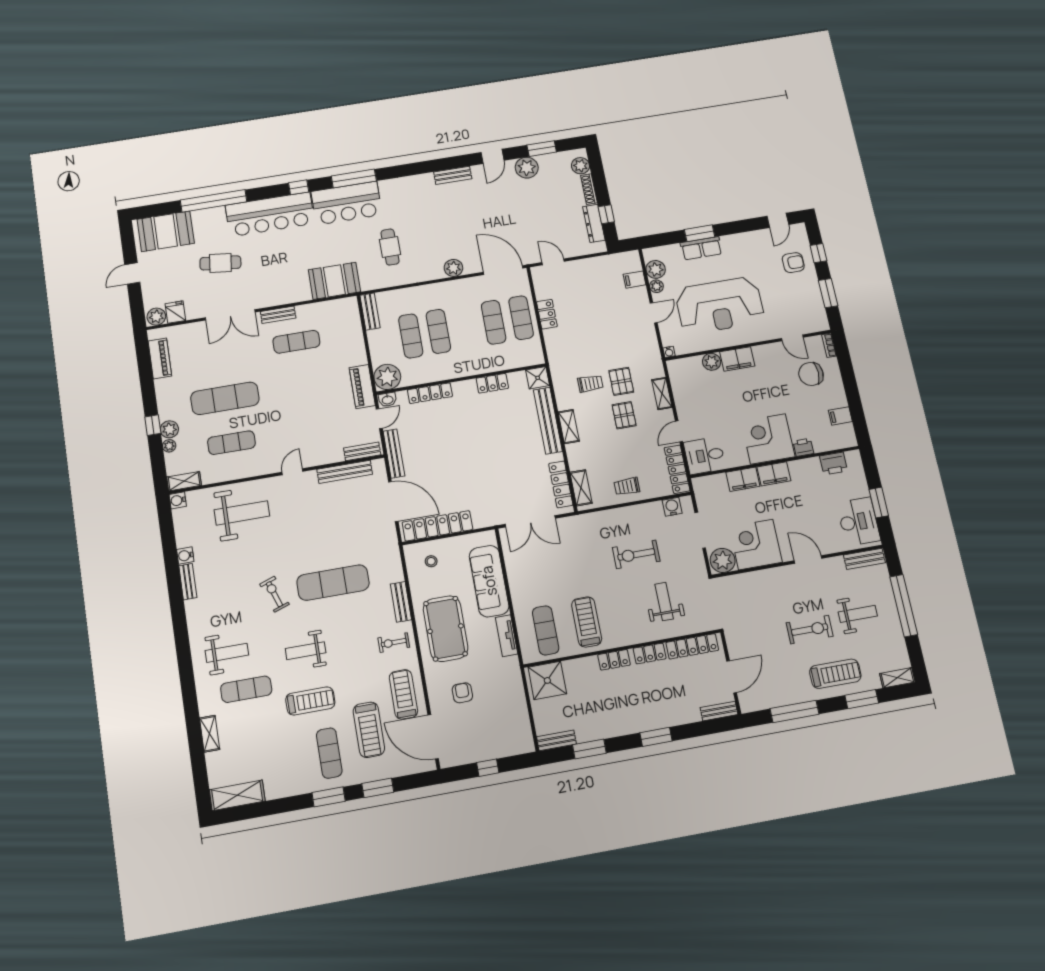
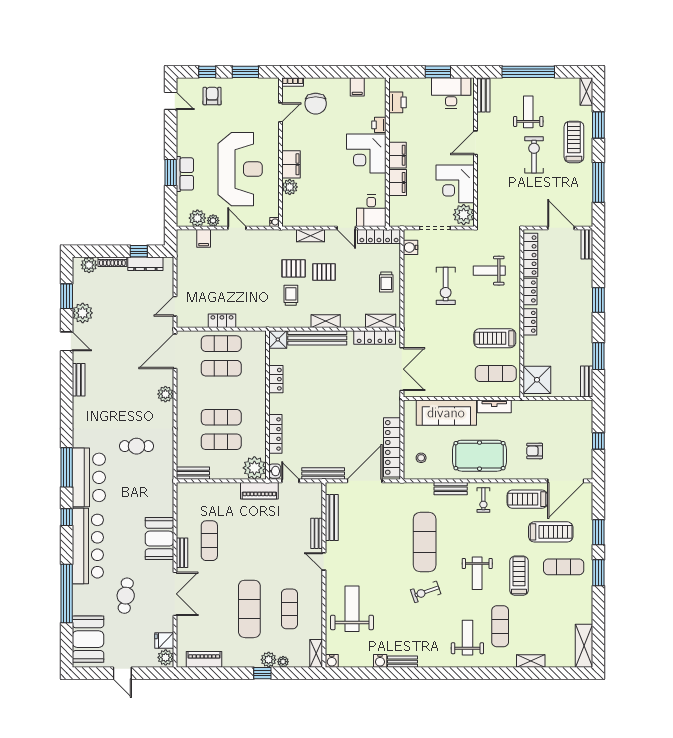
booth: (334, 281) -> (159, 539), moved
bench: (362, 451) -> (317, 533), moved

